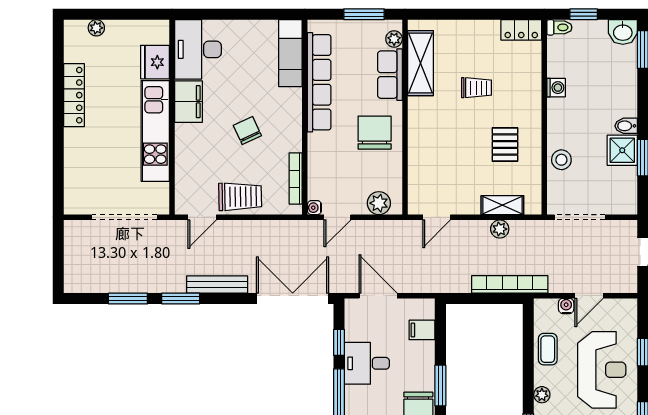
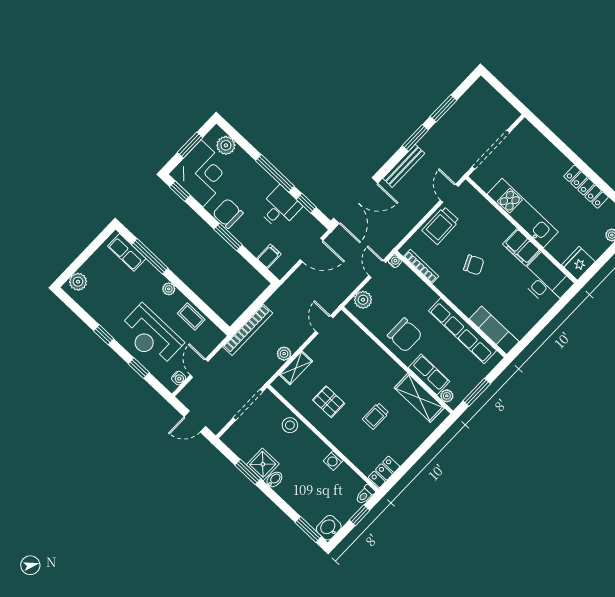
fridge: (155, 62) -> (578, 263), moved, turned -90
water cooler: (566, 306) -> (179, 378), moved

